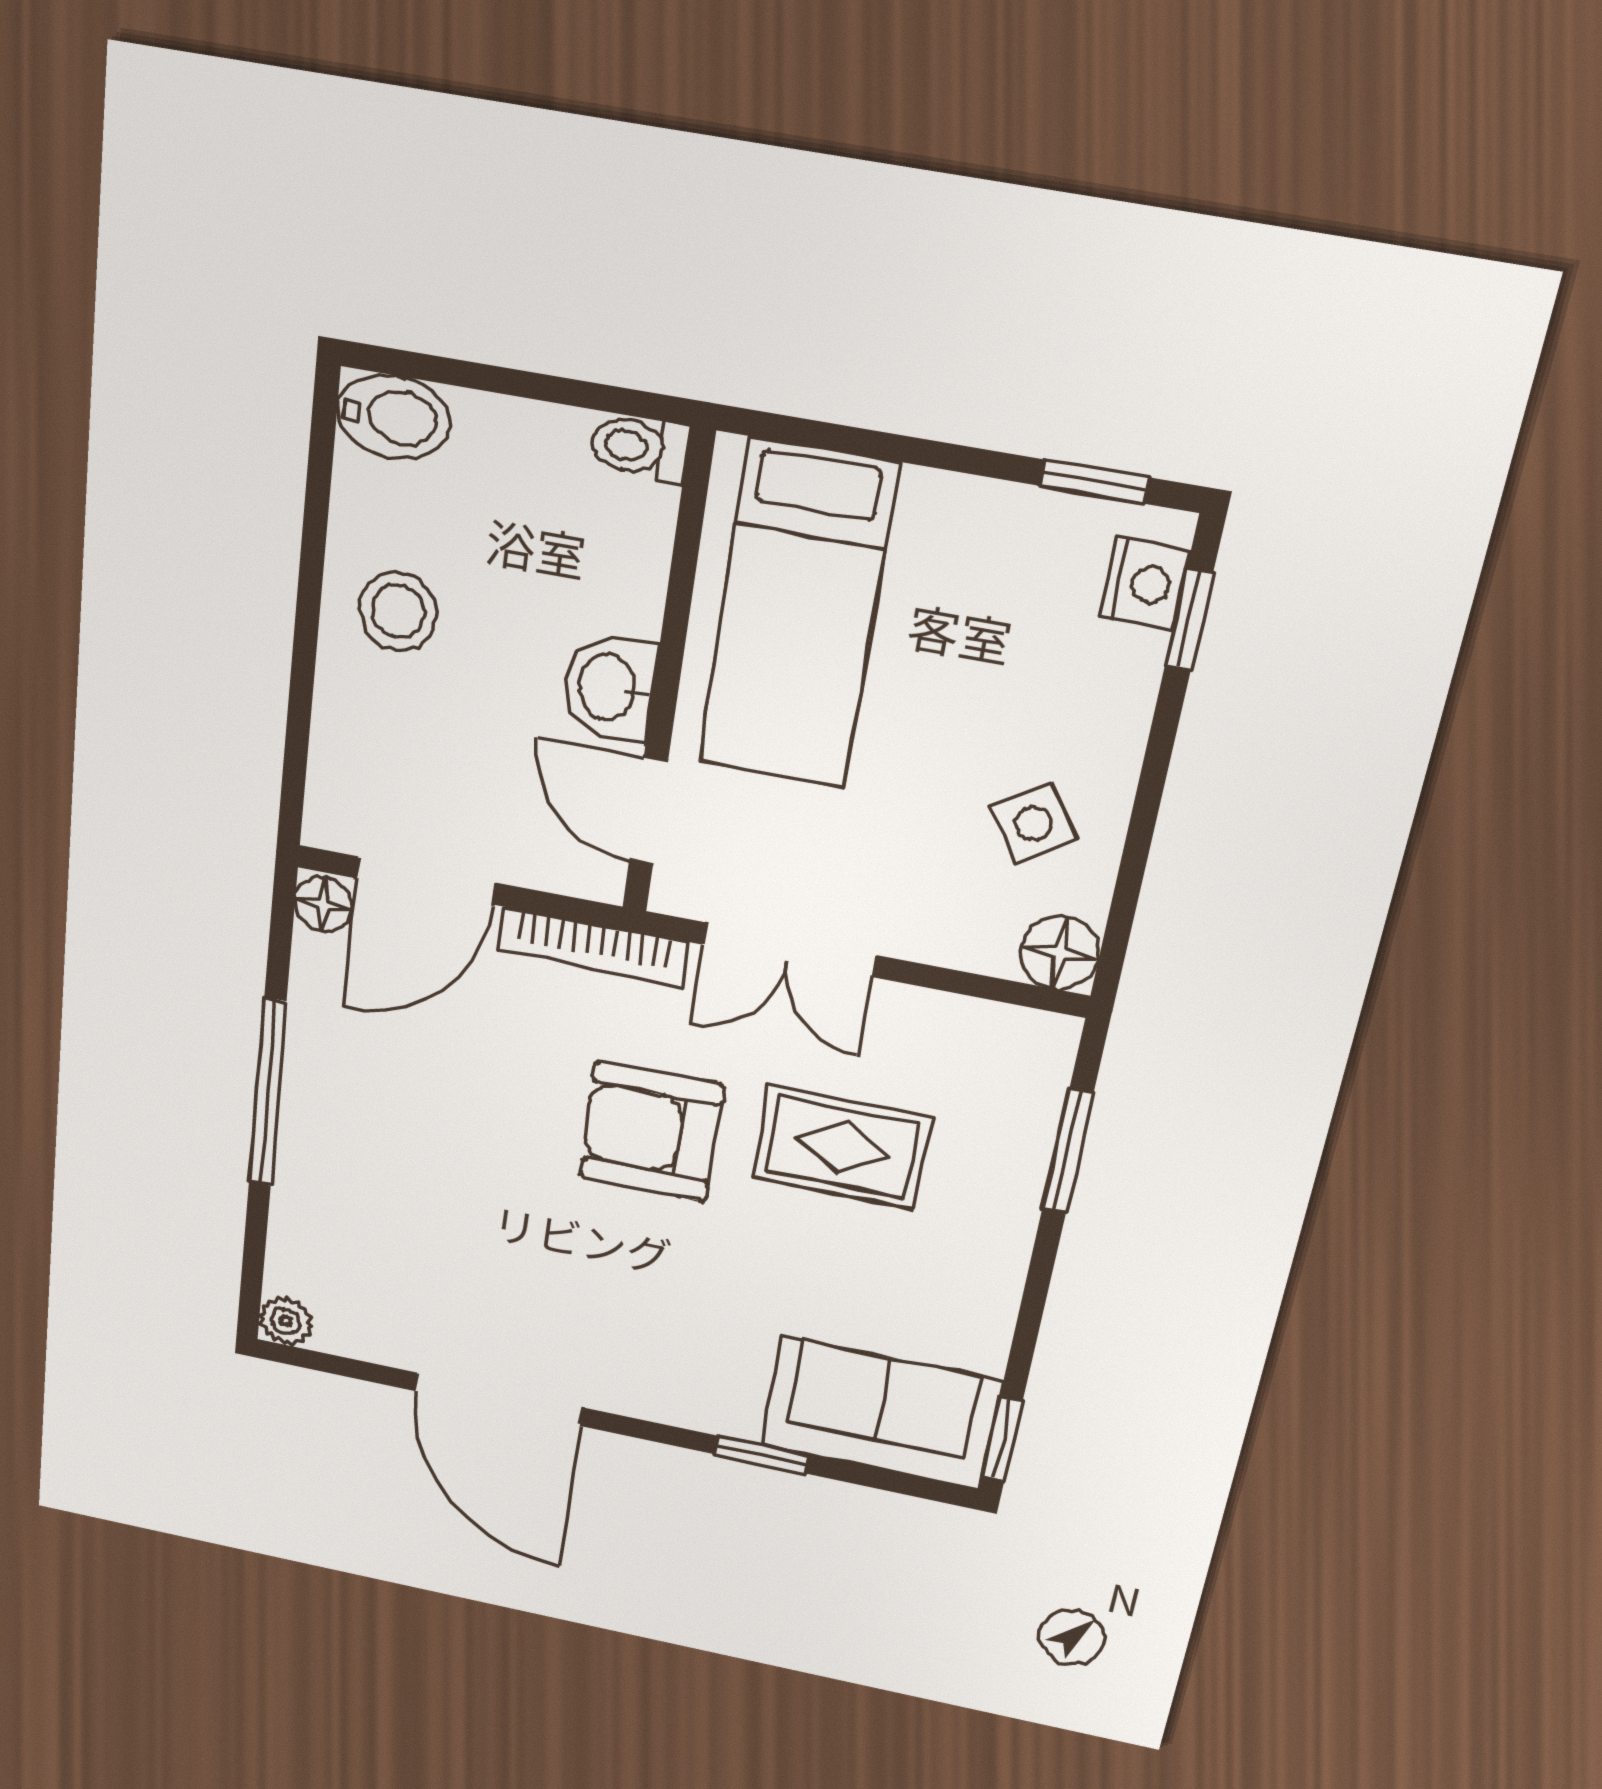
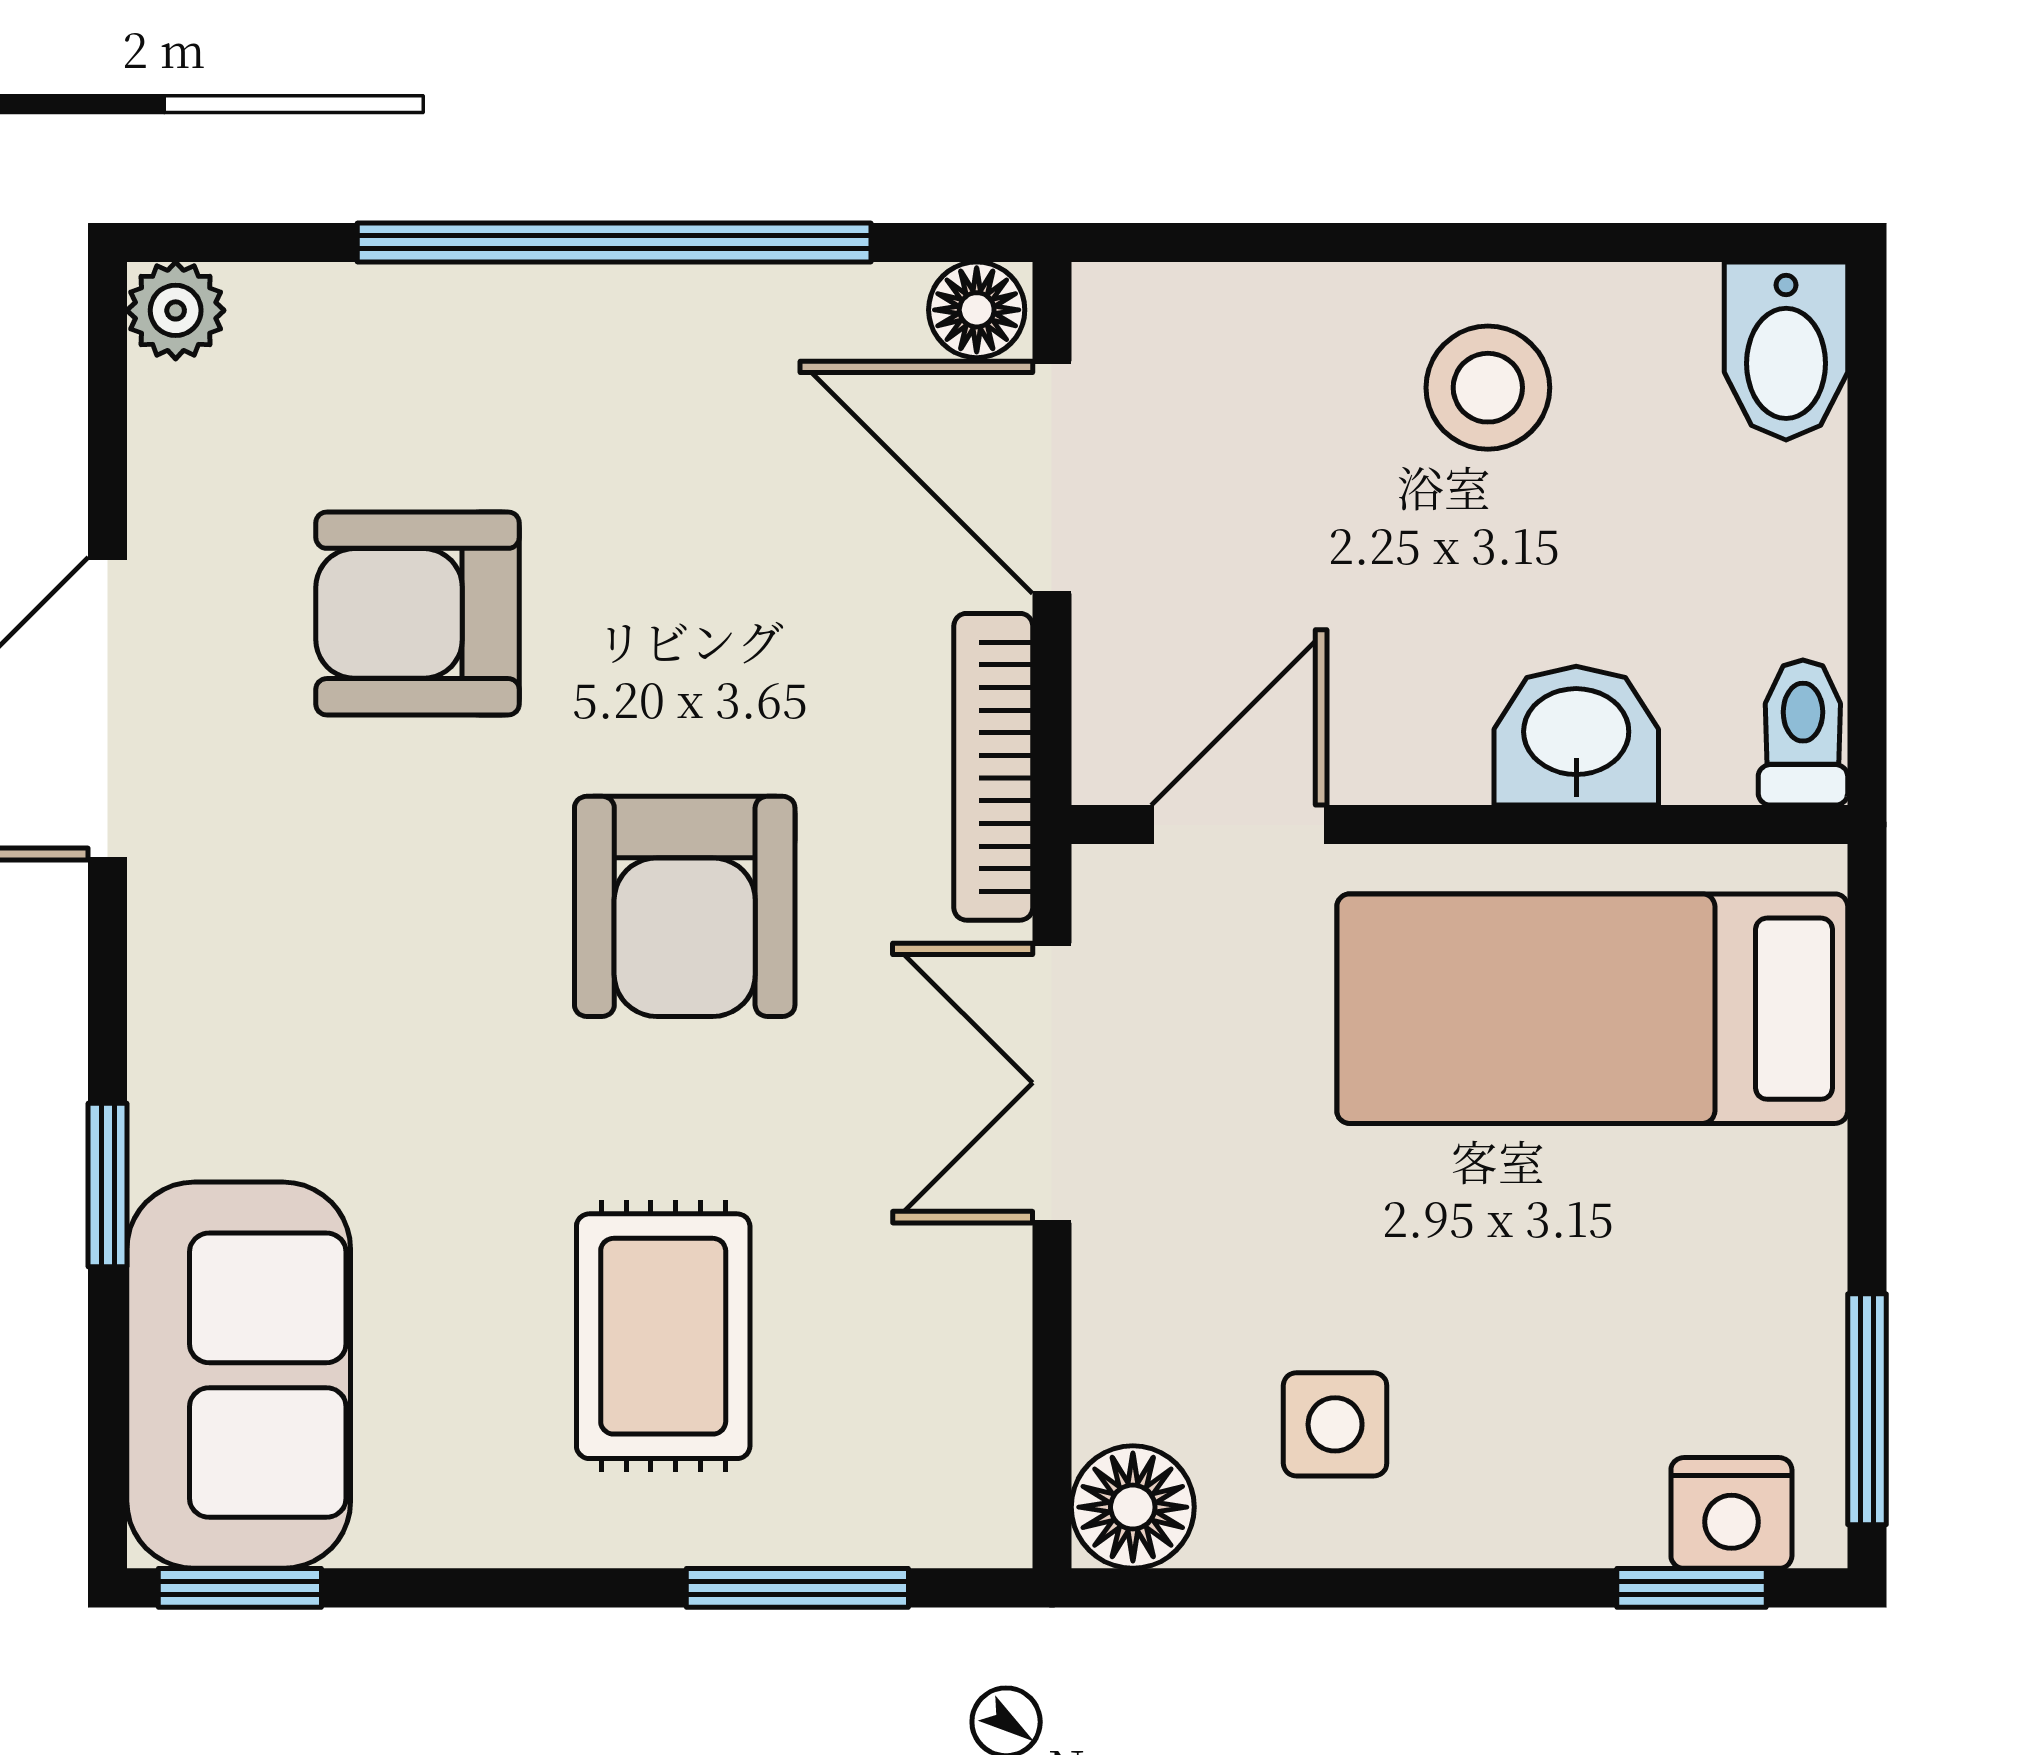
window: (1094, 482) -> (1867, 1409), width x1.50
washbasin: (609, 688) -> (1576, 736), moved
side table: (1033, 823) -> (1335, 1424), turned 35
window: (268, 1093) -> (614, 242), width x1.46
armchair: (651, 1131) -> (685, 906), turned 180
rug: (842, 1147) -> (663, 1336), moved
armchair: (465, 1236) -> (417, 613), added

